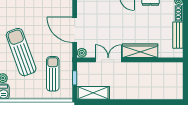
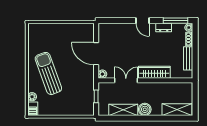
sun lounger: (53, 74) -> (77, 93), removed
boiler: (129, 92) -> (145, 109), added
shelving: (93, 93) -> (123, 110), moved
shelving: (165, 93) -> (177, 110), added

